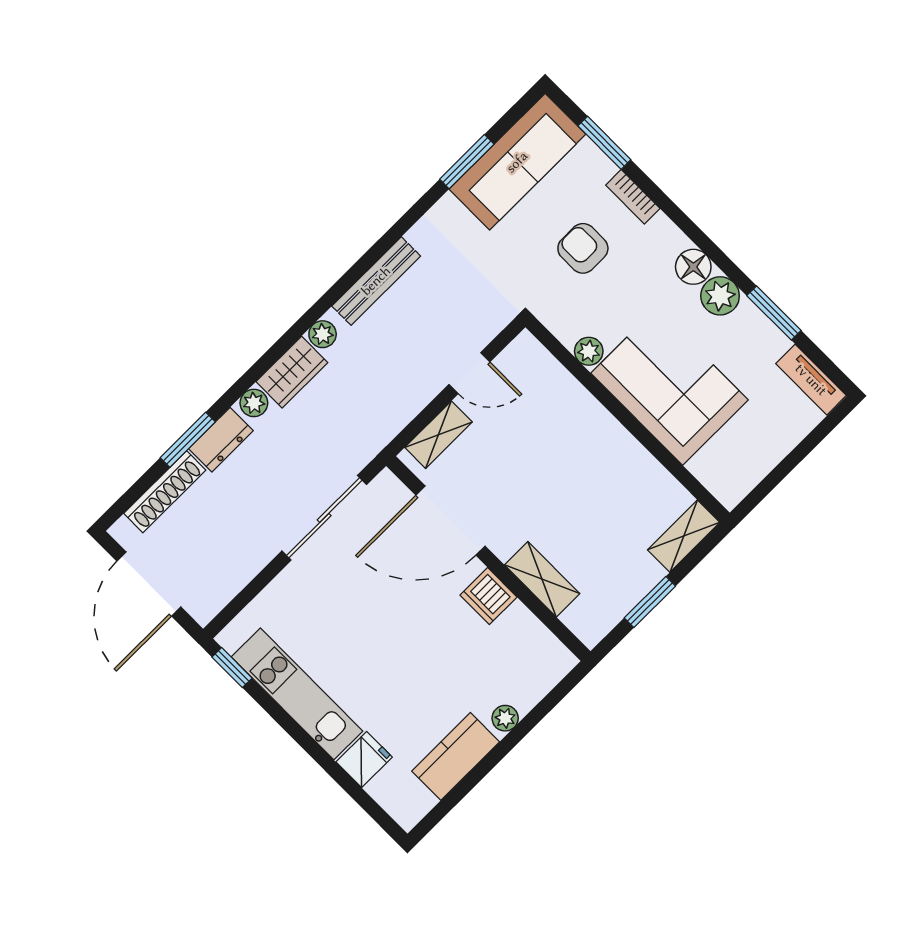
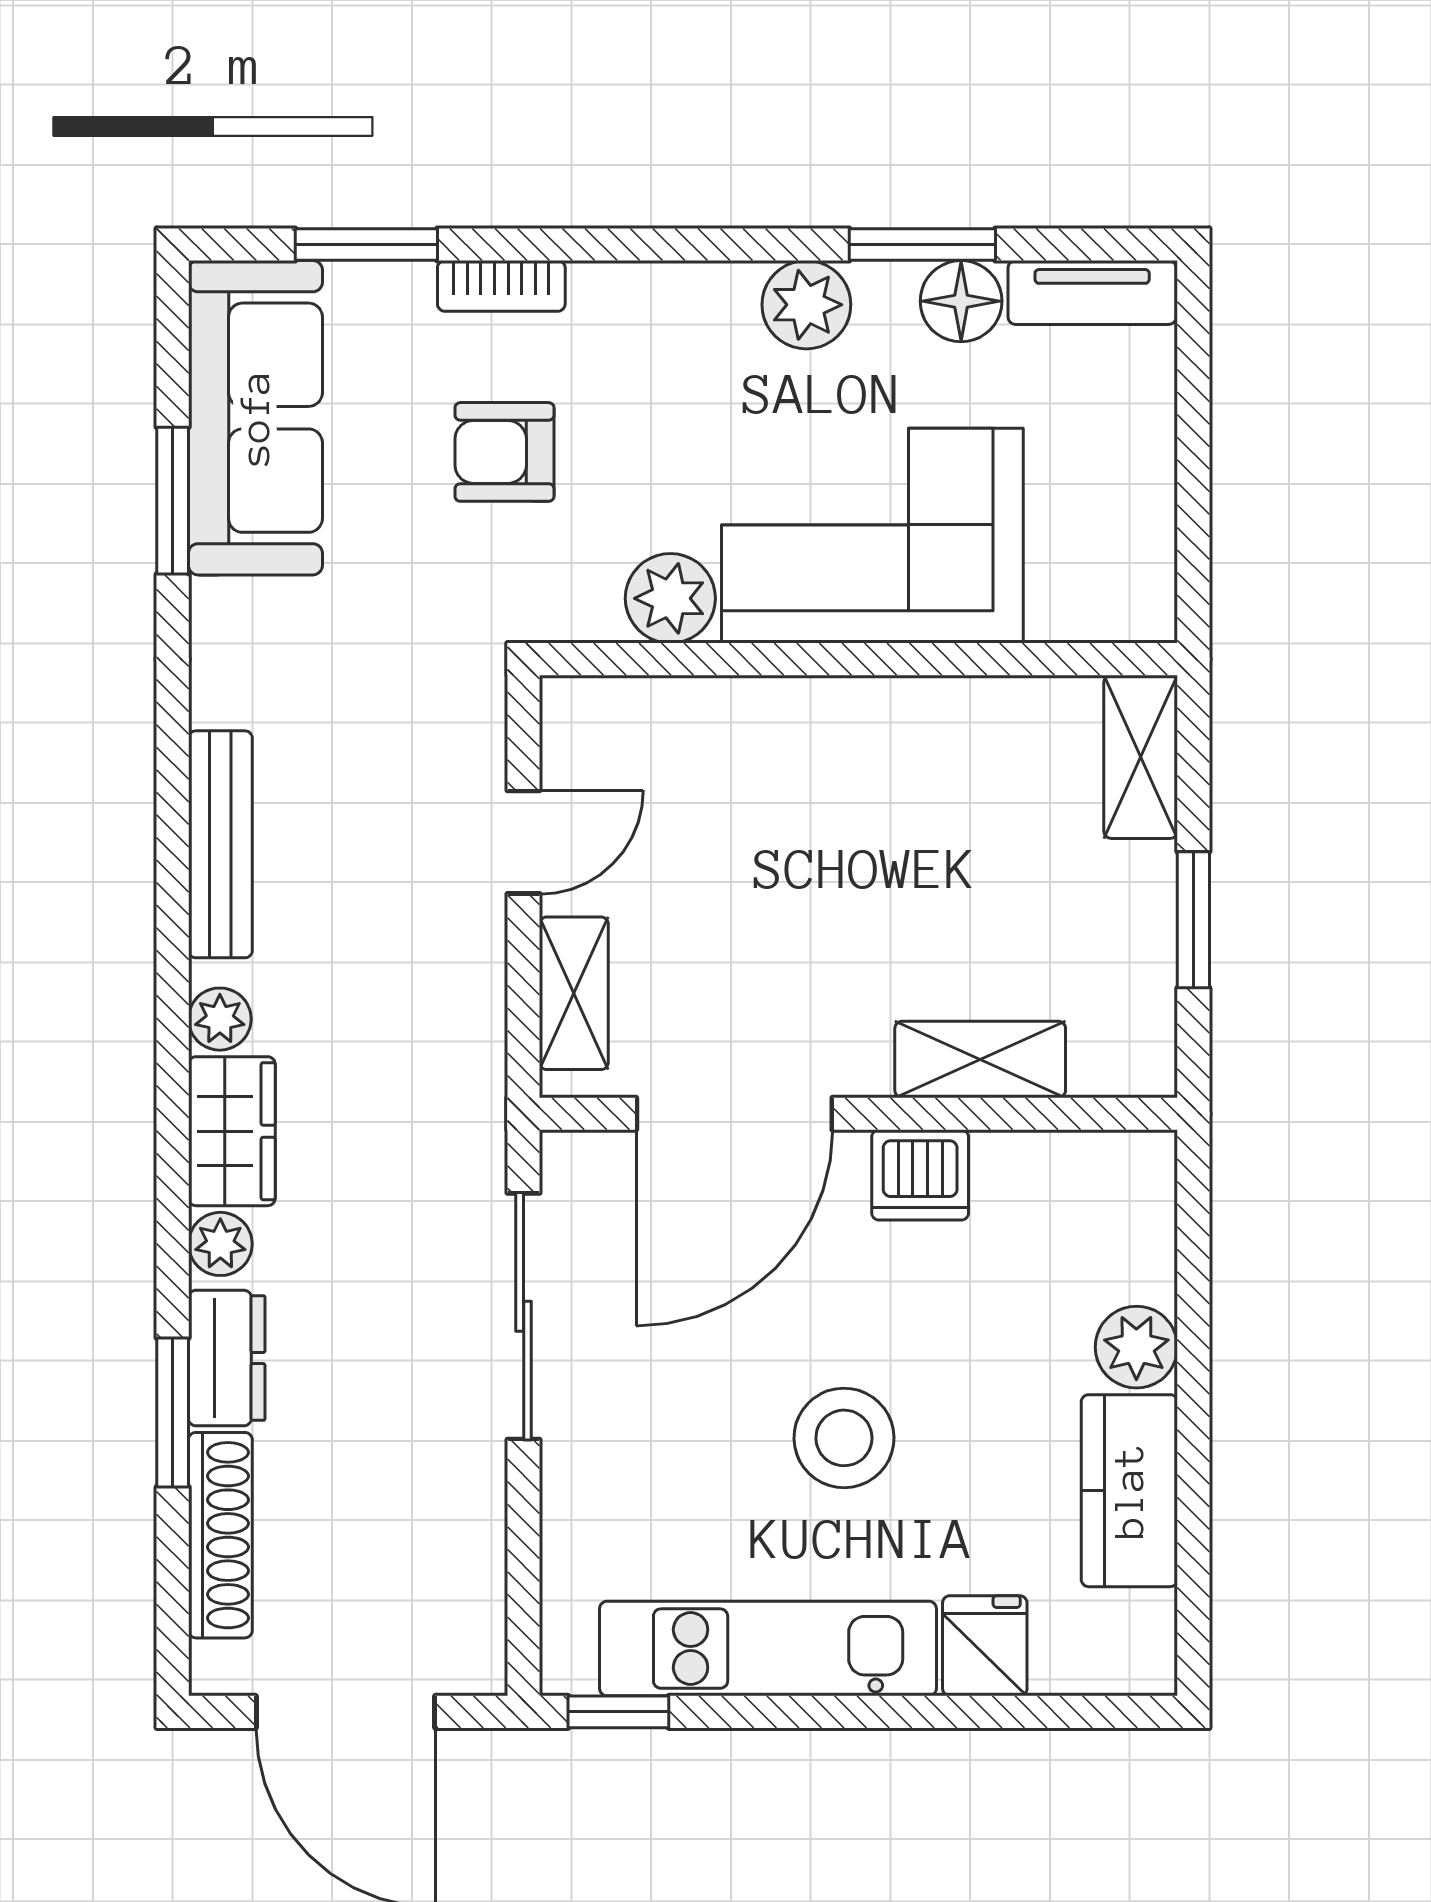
floor lamp: (693, 267) -> (961, 301), moved
plant: (589, 351) -> (670, 598), width x1.38, depth x1.38
stool: (385, 653) -> (844, 1438), added
plant: (505, 718) -> (1136, 1347), width x1.38, depth x1.38

